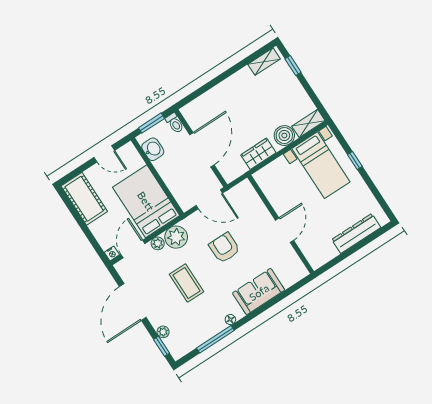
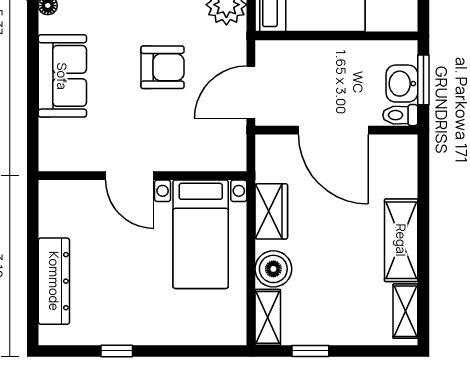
window: (293, 66) -> (310, 351), moved
shelving: (232, 85) -> (401, 240), added
washbasin: (153, 149) -> (402, 84), moved, turned 90
window: (355, 161) -> (117, 351), moved
bed with nightstands: (321, 165) -> (201, 234), moved, turned -90

